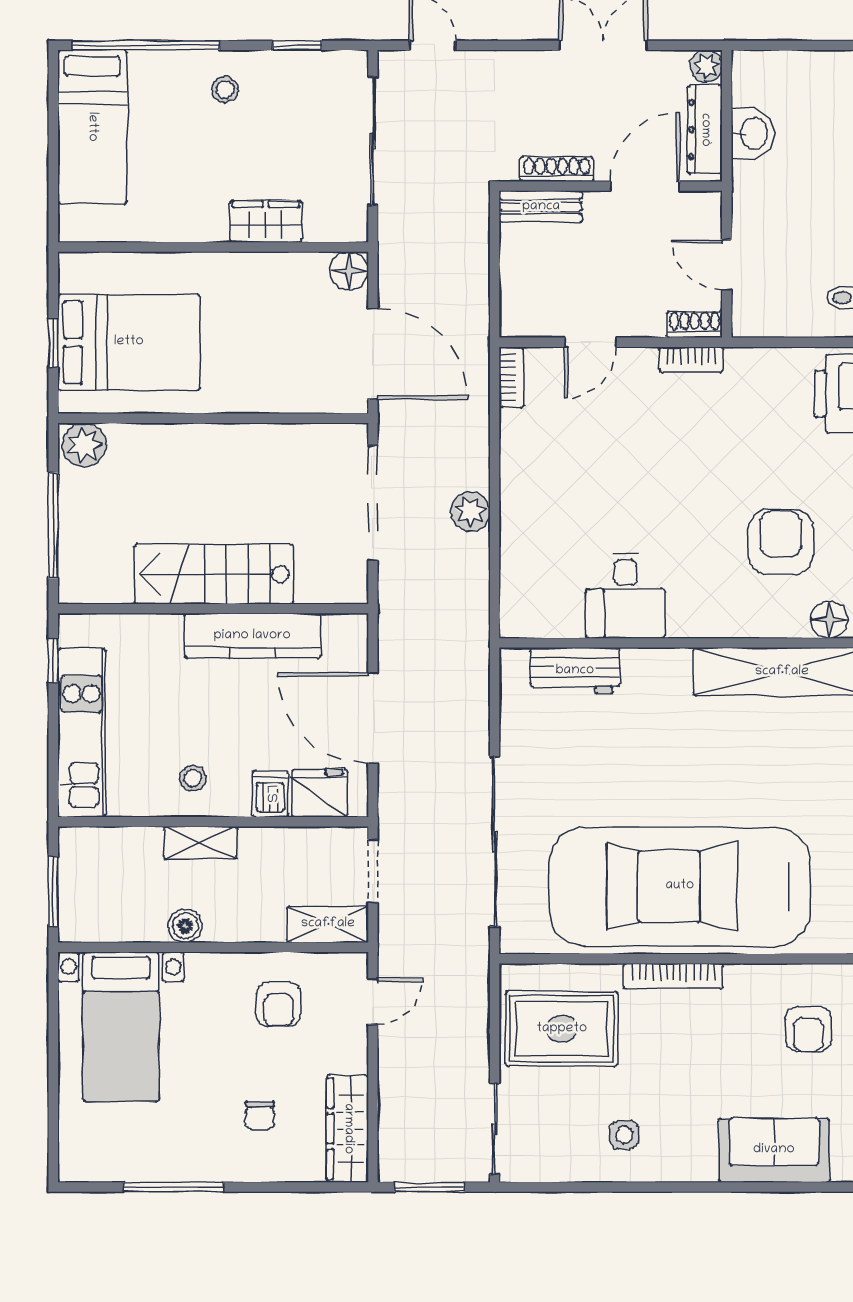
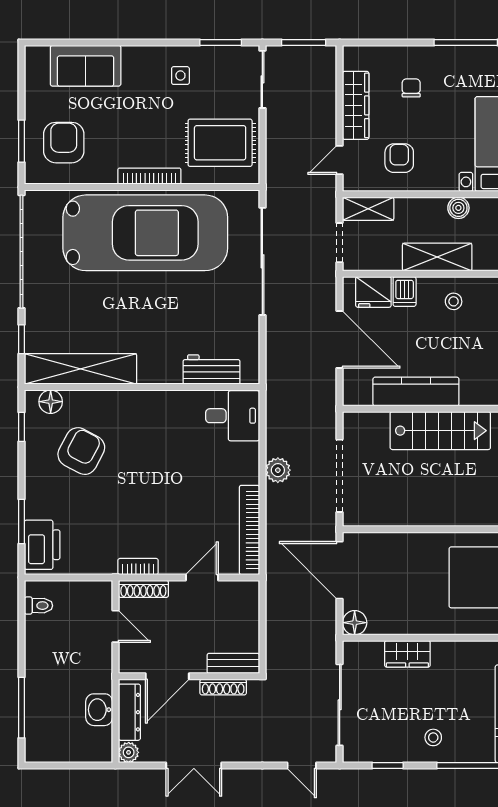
shoe rack: (695, 324) -> (143, 589), width x1.43
bookcase: (511, 377) -> (249, 530), width x2.31, depth x1.31
armchair: (781, 542) -> (81, 451), turned -152
desk: (625, 596) -> (233, 416), moved, turned 90
shelving: (201, 843) -> (437, 257), width x1.50, depth x1.33
armchair: (808, 1029) -> (64, 143), width x1.38, depth x1.38
wardrobe: (348, 1129) -> (356, 105), moved
window: (561, 1187) -> (221, 42), added

